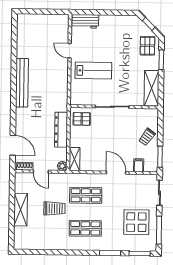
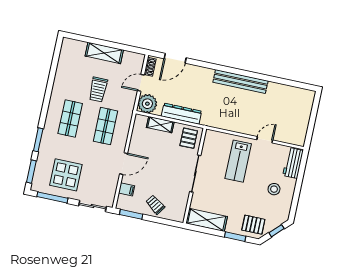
stool: (112, 34) -> (274, 189), added
shelving: (74, 159) -> (160, 125), moved
plant: (62, 166) -> (147, 104), width x1.87, depth x1.87

